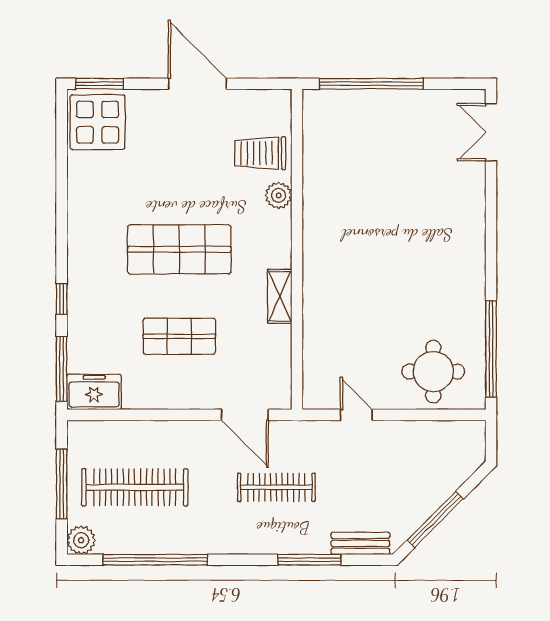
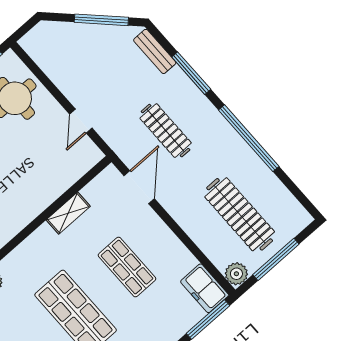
shelving: (280, 296) -> (68, 213), moved
plant: (81, 540) -> (236, 274), moved
window: (155, 560) -> (249, 138), moved

